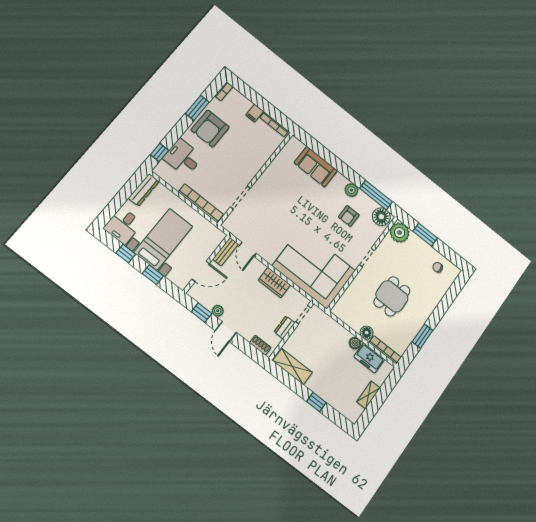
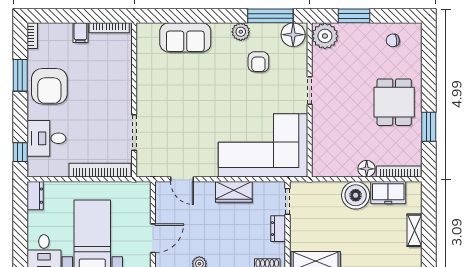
dresser: (144, 190) -> (35, 196), width x0.70
bench: (226, 252) -> (162, 199), removed
dining table: (392, 296) -> (394, 102), moved
boiler: (355, 343) -> (356, 195), width x1.86, depth x1.86

